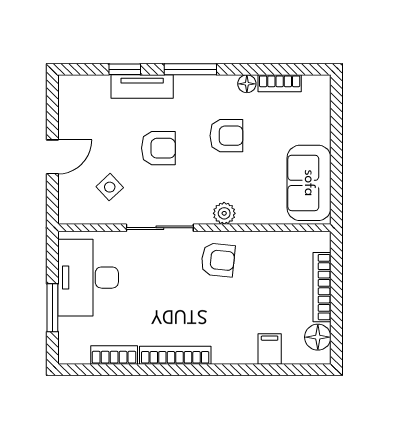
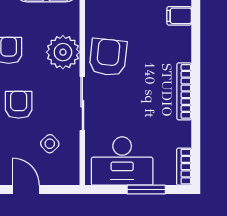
plant: (224, 213) -> (63, 52), width x1.88, depth x1.88
armchair: (218, 260) -> (108, 57), width x1.38, depth x1.38
bookcase: (114, 355) -> (184, 167), moved

